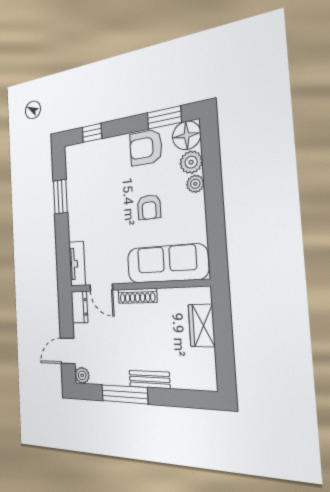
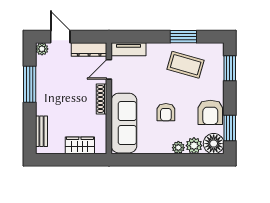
window: (92, 133) -> (230, 68), width x1.50
armchair: (146, 148) -> (210, 112), turned 180
coffee table: (91, 189) -> (186, 65), added
armchair: (149, 207) -> (166, 112), turned -90
dresser: (79, 307) -> (89, 49), width x1.44
bench: (149, 379) -> (41, 131), moved

